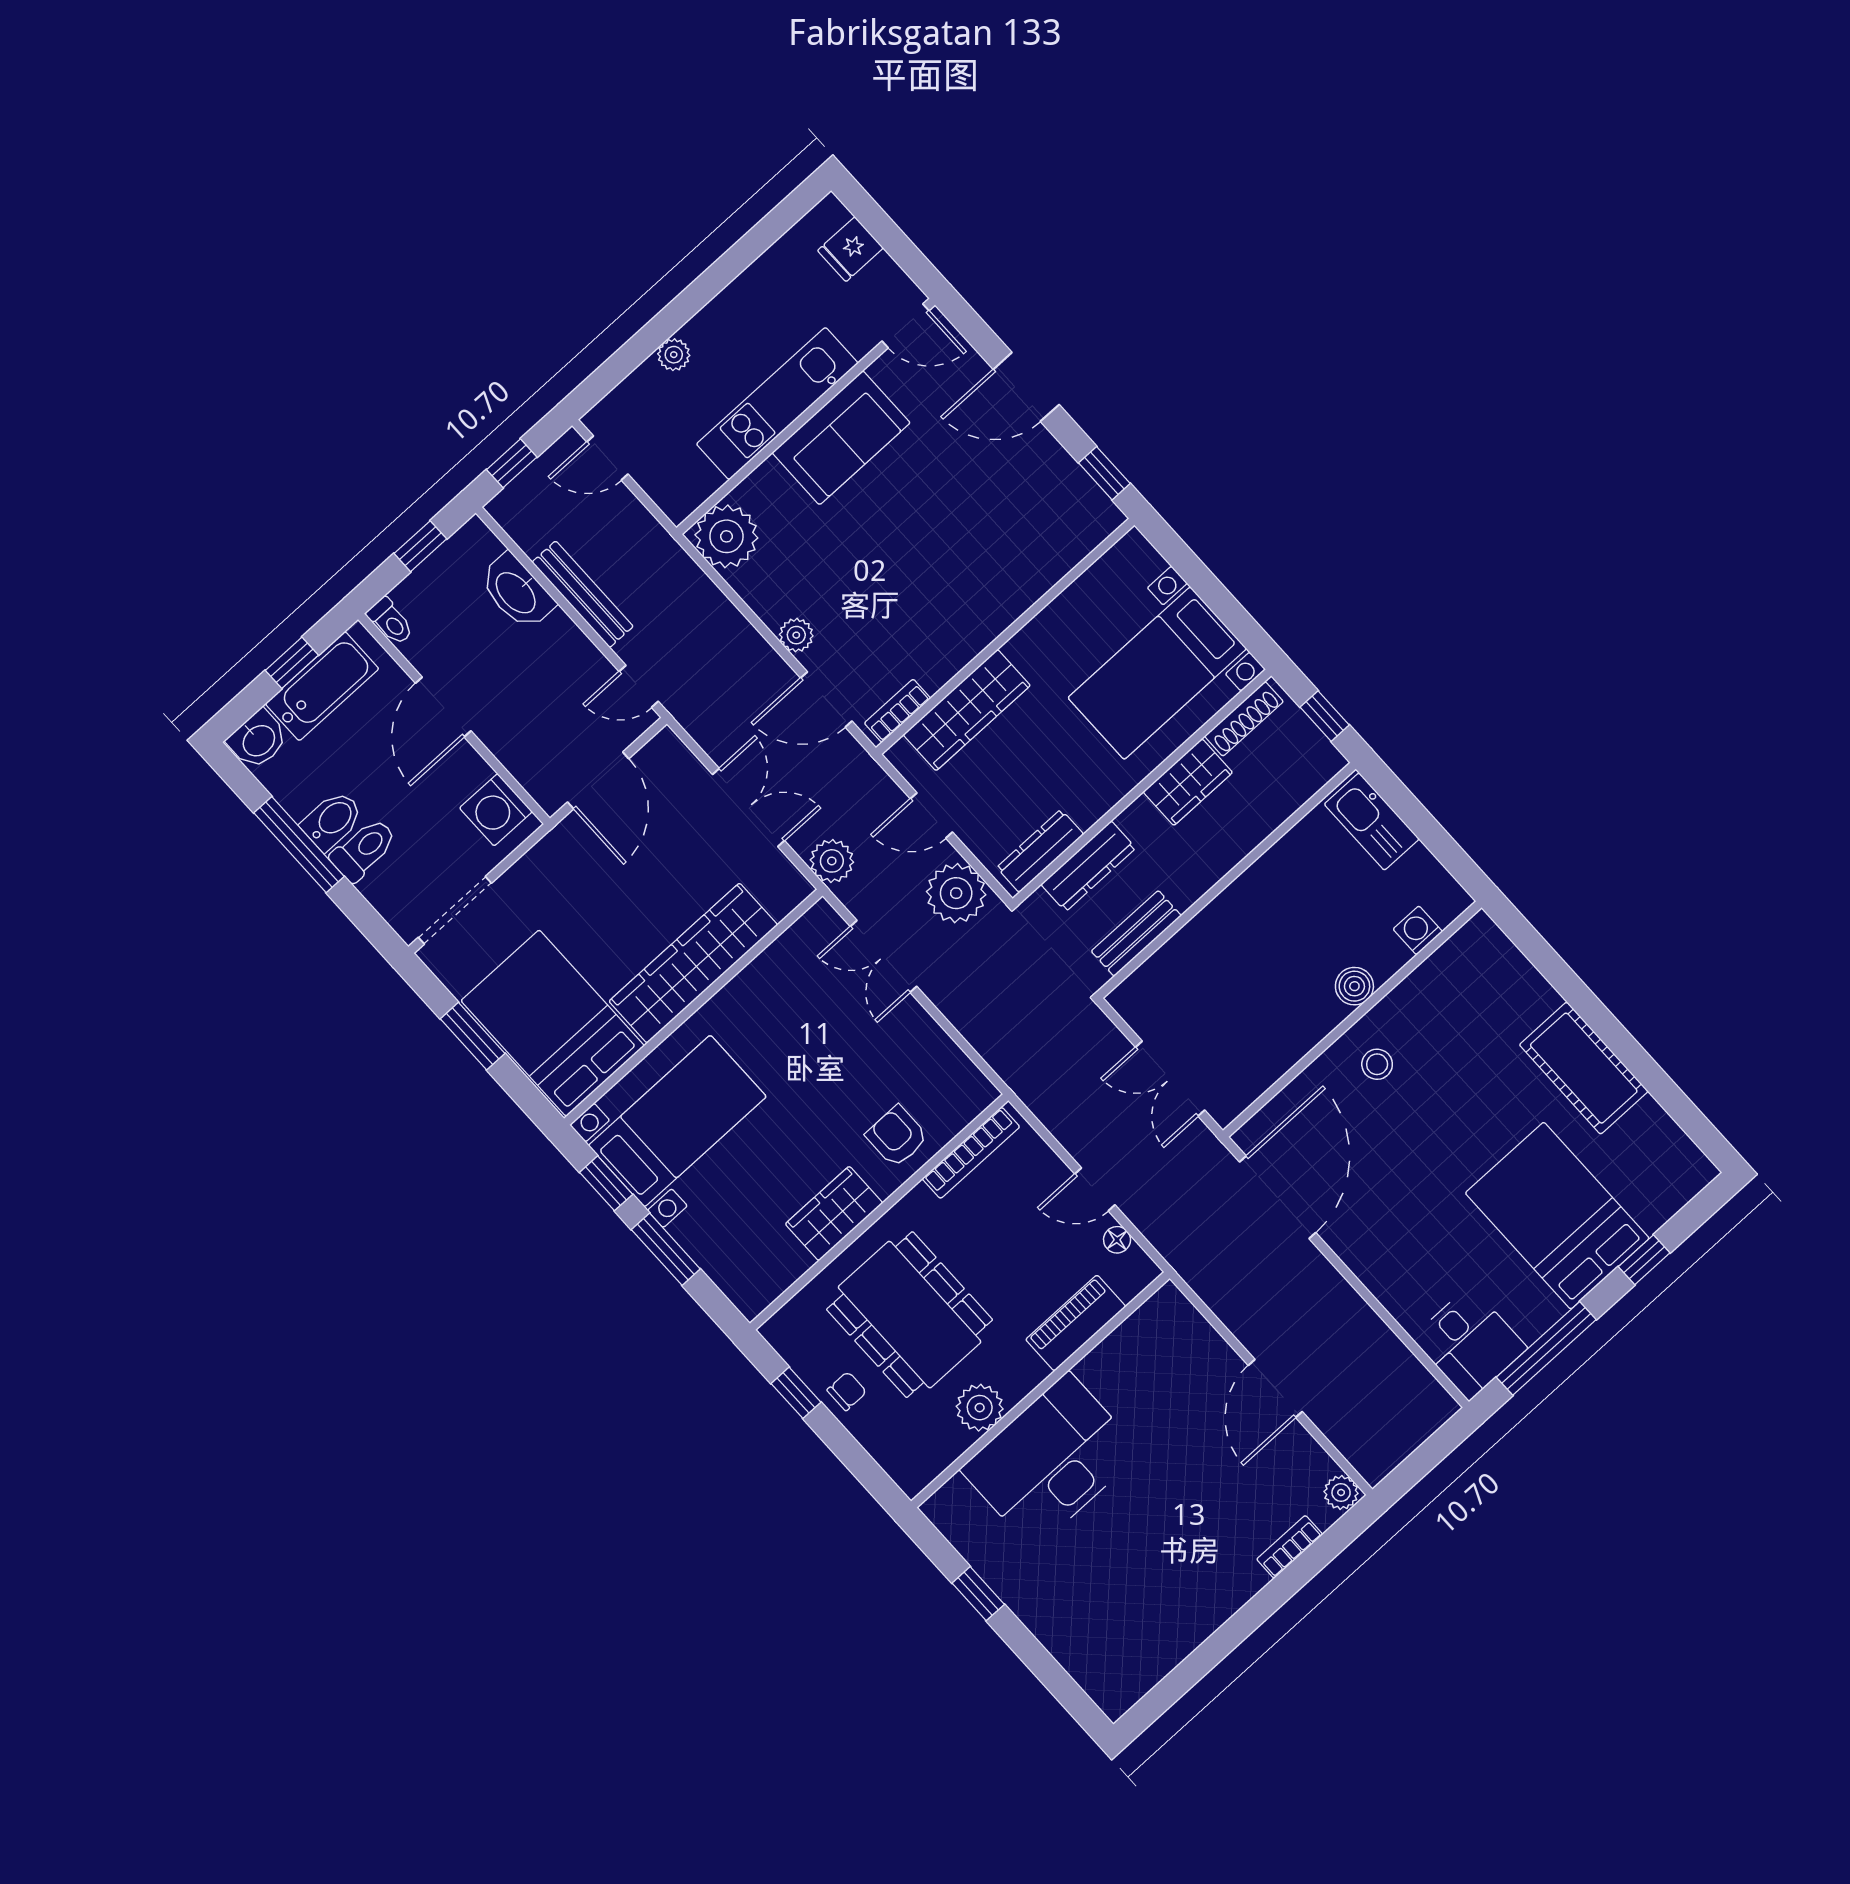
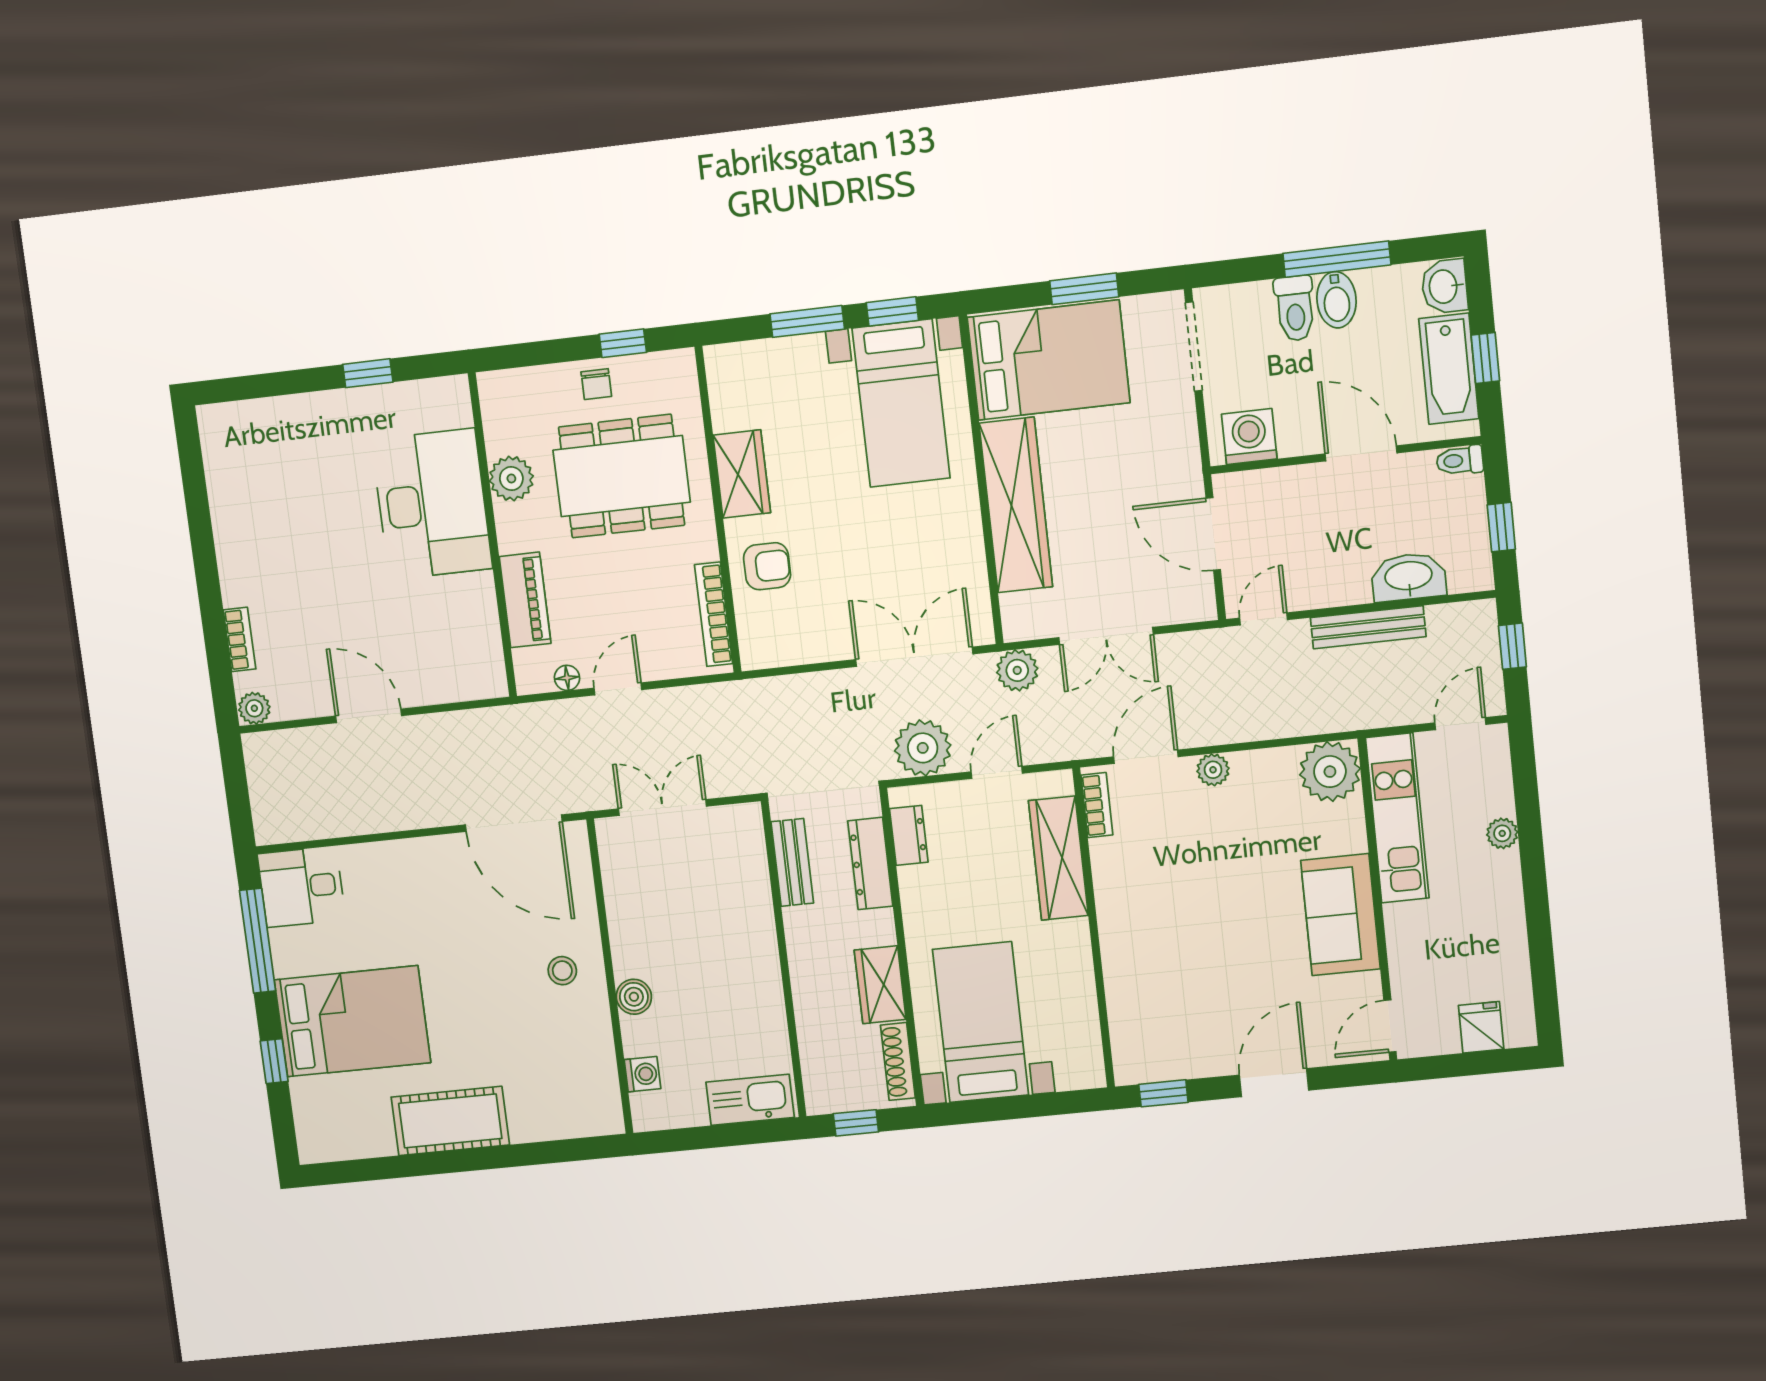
kitchen unit: (777, 404) -> (1397, 818), moved
dresser: (1040, 851) -> (909, 835), width x0.70
double door: (883, 956) -> (914, 657), width x1.37

